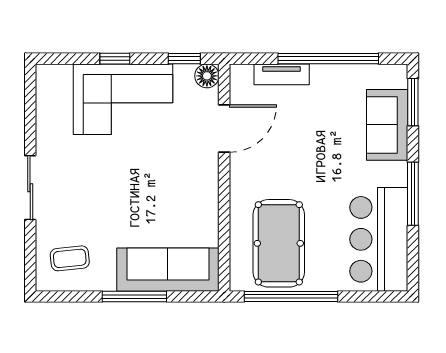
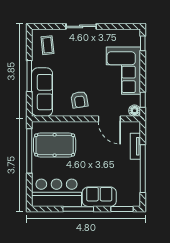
window: (115, 59) -> (143, 43), moved
sofa: (387, 125) -> (99, 197), moved
armchair: (184, 191) -> (79, 100), added

